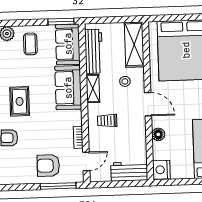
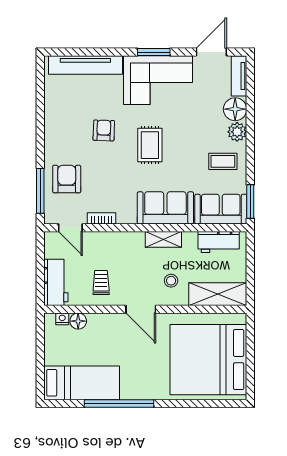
workbench: (94, 51) -> (219, 242), width x0.73
rug: (20, 101) -> (150, 145), turned 90
door: (148, 104) -> (141, 309), hinge flipped
trolley: (107, 121) -> (101, 282), moved
floor lamp: (158, 134) -> (78, 321), moved
nightstand: (161, 170) -> (62, 319), width x0.53, depth x0.56

